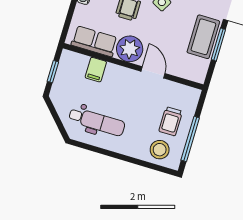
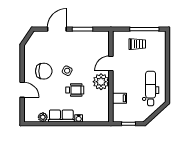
coffee table: (203, 37) -> (81, 40), removed
row of seats: (94, 41) -> (103, 104), removed
stool: (160, 150) -> (156, 46), removed

